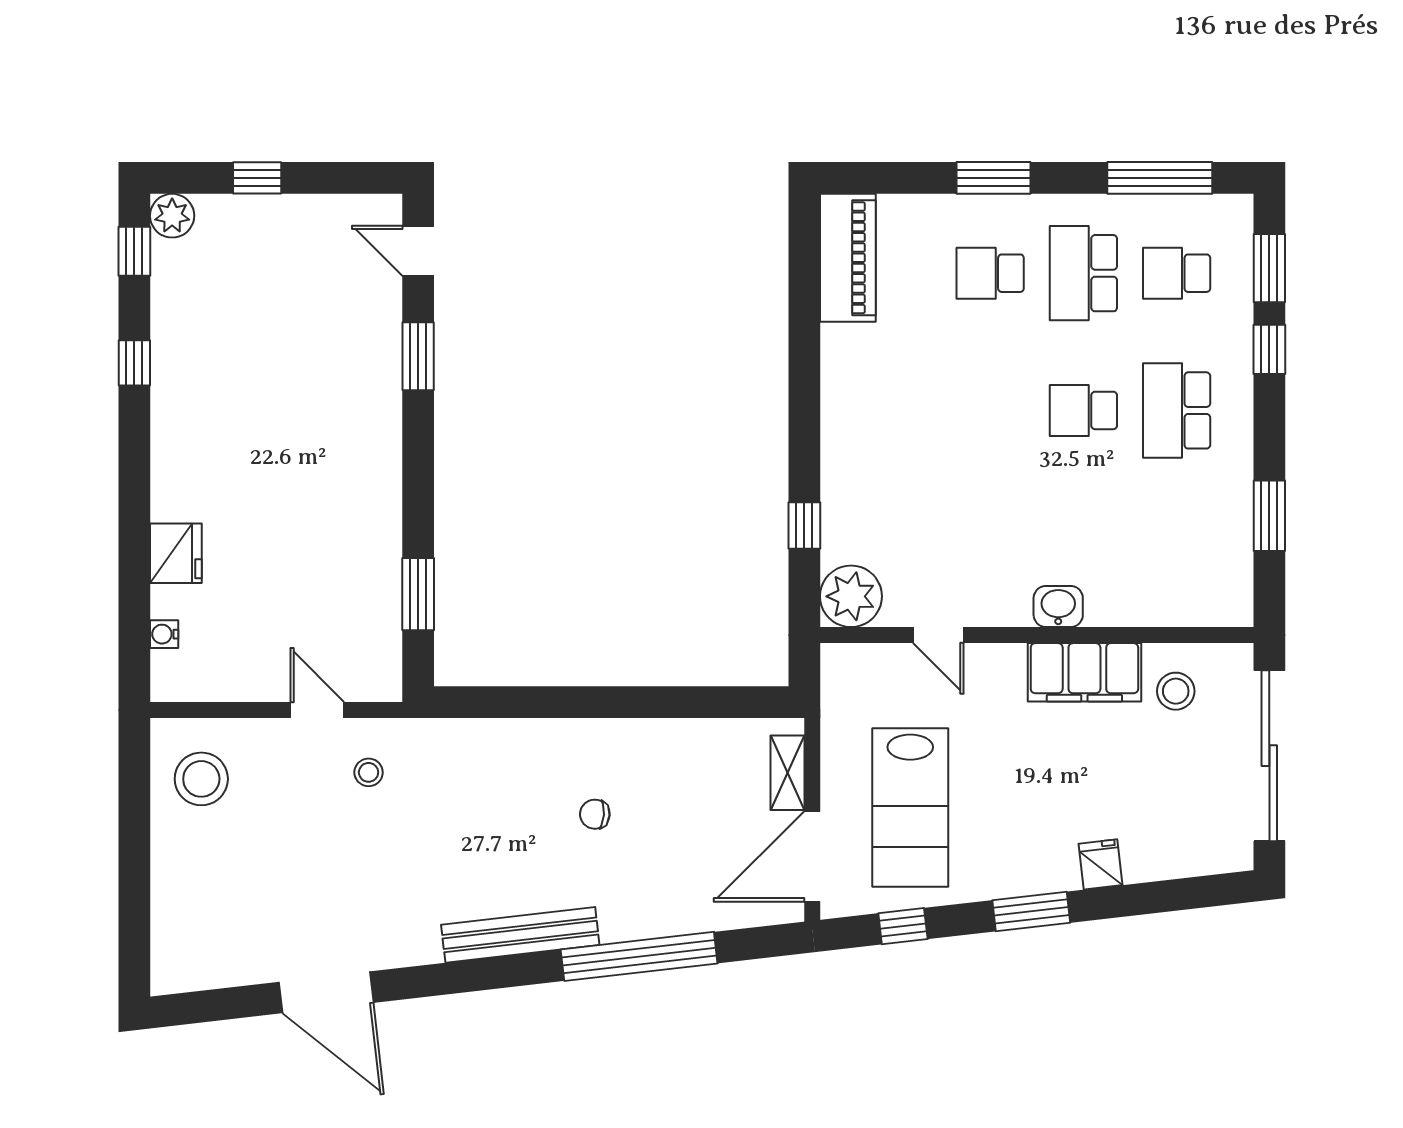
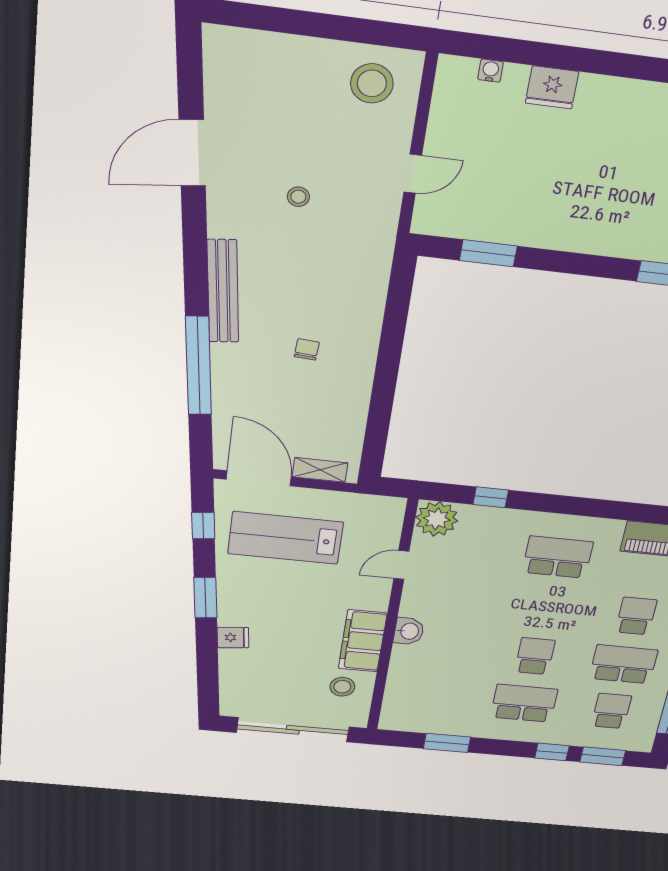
school desk: (897, 410) -> (558, 557), added
stool: (369, 772) -> (298, 197), moved

